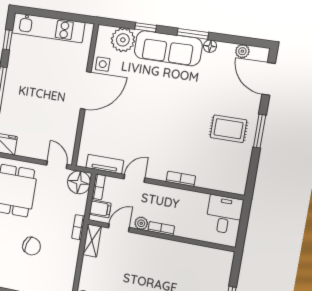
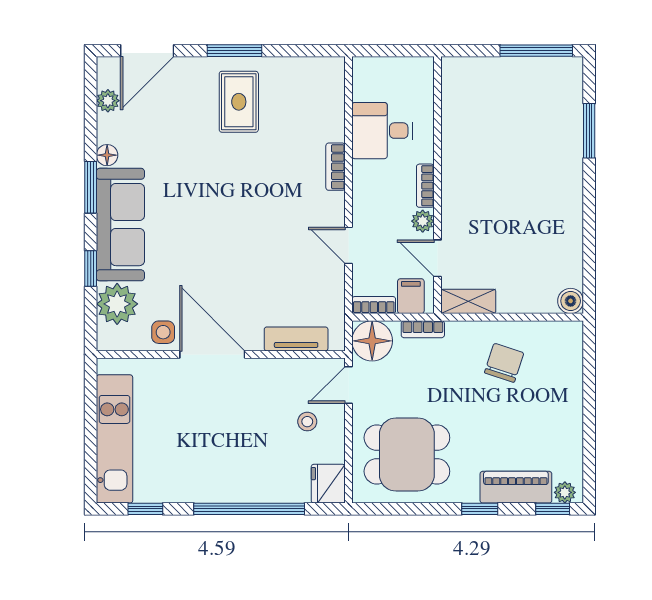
stool: (41, 138) -> (307, 422), added
tv unit: (105, 164) -> (296, 339), moved, turned 90
desk: (224, 215) -> (382, 131), moved
bookcase: (78, 227) -> (423, 329), moved
chair: (32, 246) -> (504, 363), moved

